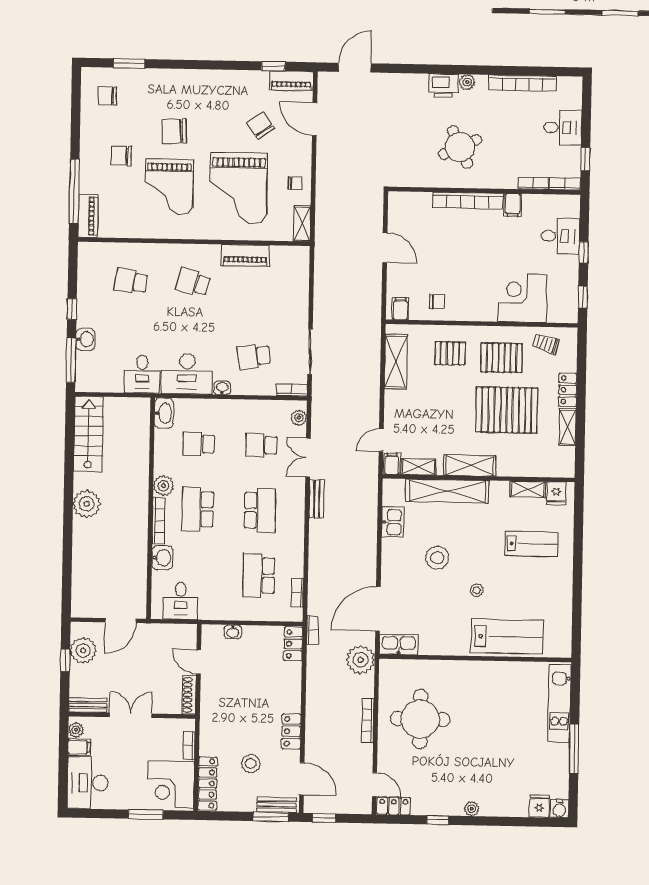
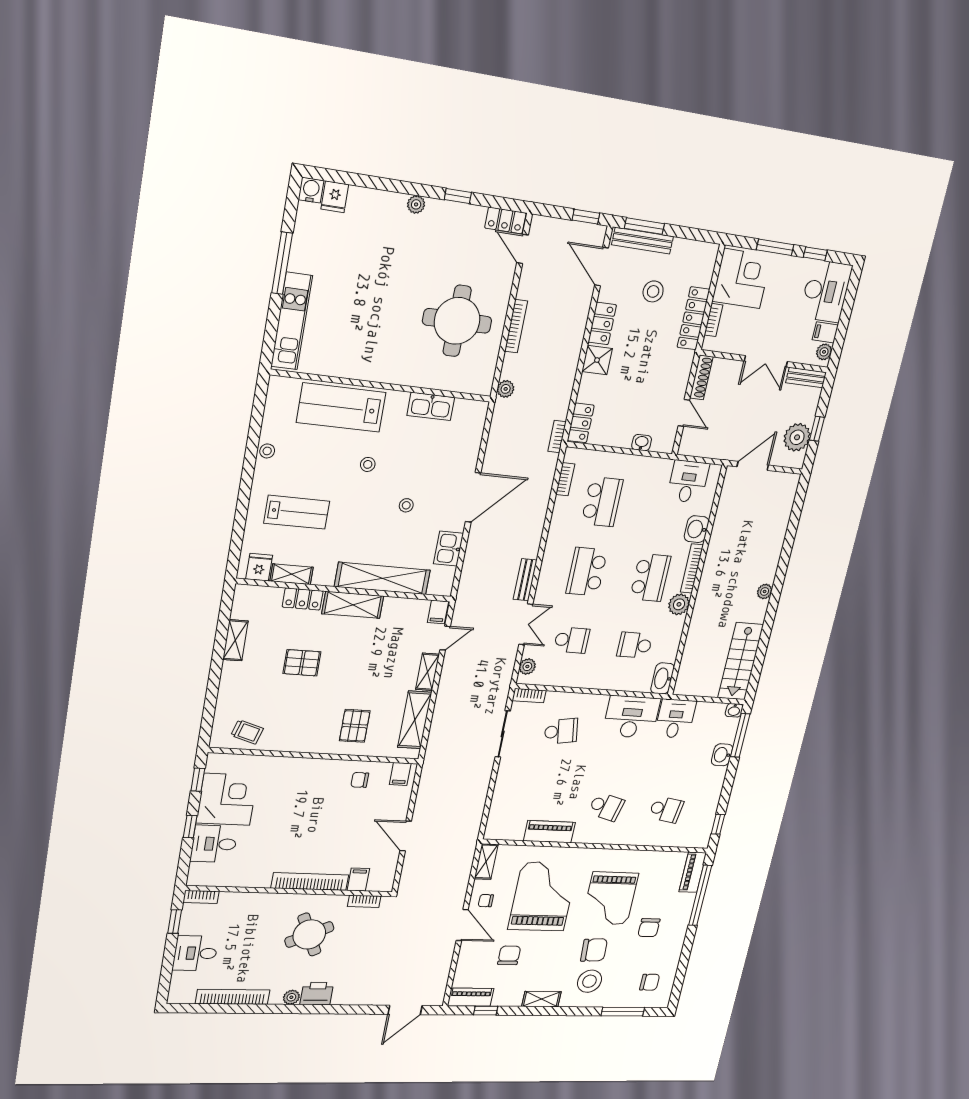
window: (129, 63) -> (623, 1012), width x1.44
shelving: (218, 78) -> (541, 999), added
stool: (172, 97) -> (589, 981), added
door: (315, 119) -> (462, 925), moved
chair: (261, 125) -> (509, 955), turned -144
chair: (121, 156) -> (649, 928), turned 90
bookcase: (533, 184) -> (364, 901), moved
grand piano: (169, 187) -> (610, 898), turned 180
filing cabinet: (513, 205) -> (358, 879), moved
corner desk: (523, 298) -> (227, 799), moved, turned -90
window: (72, 309) -> (718, 824), moved
pallet: (450, 353) -> (355, 726), turned 90
pallet: (502, 358) -> (299, 719), removed
washbasin: (222, 388) -> (734, 710), moved
locker: (568, 390) -> (303, 599), moved, turned 90
pallet: (507, 410) -> (302, 663), width x0.49, depth x0.50
school desk: (199, 444) -> (635, 645), turned 180
shelving: (419, 467) -> (428, 672), moved, turned 90
plant: (87, 504) -> (765, 591), width x0.53, depth x0.53
lab bench: (531, 544) -> (297, 512), turned 180
stool: (437, 558) -> (406, 505), width x0.53, depth x0.53
stool: (564, 594) -> (267, 451), added
door: (378, 609) -> (473, 497), moved
kitchen sink: (399, 644) -> (431, 406), moved
plant: (361, 660) -> (506, 389), width x0.53, depth x0.53
shower: (290, 700) -> (597, 360), added
locker: (208, 783) -> (693, 318), moved
bench: (277, 805) -> (643, 241), width x1.36
window: (106, 814) -> (815, 254), added

